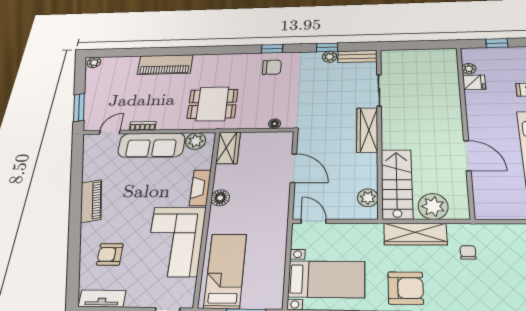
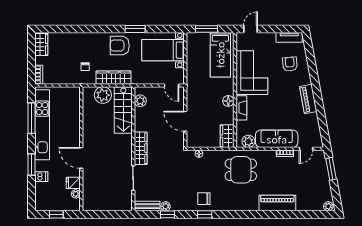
door: (467, 156) -> (81, 158), moved
armchair: (110, 254) -> (290, 64), turned -95

